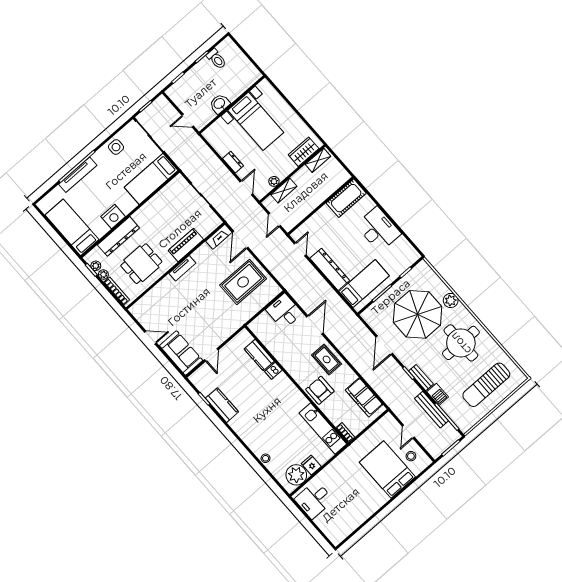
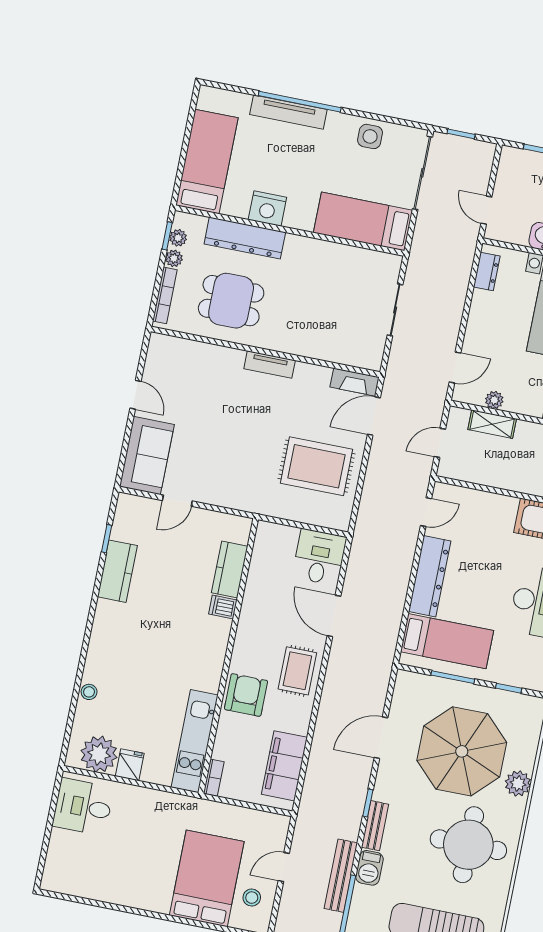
dresser: (233, 162) -> (487, 272), moved
piano: (186, 245) -> (307, 344), removed
door: (315, 325) -> (334, 616), swing flipped

